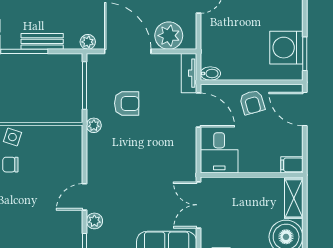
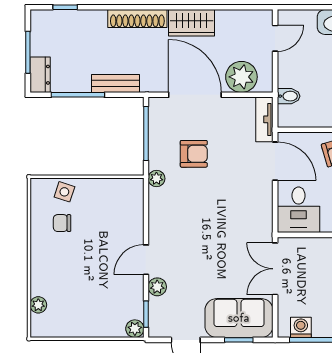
bench: (42, 41) -> (116, 83), moved
plant: (88, 42) -> (150, 84), removed
bidet: (210, 73) -> (289, 96), moved

